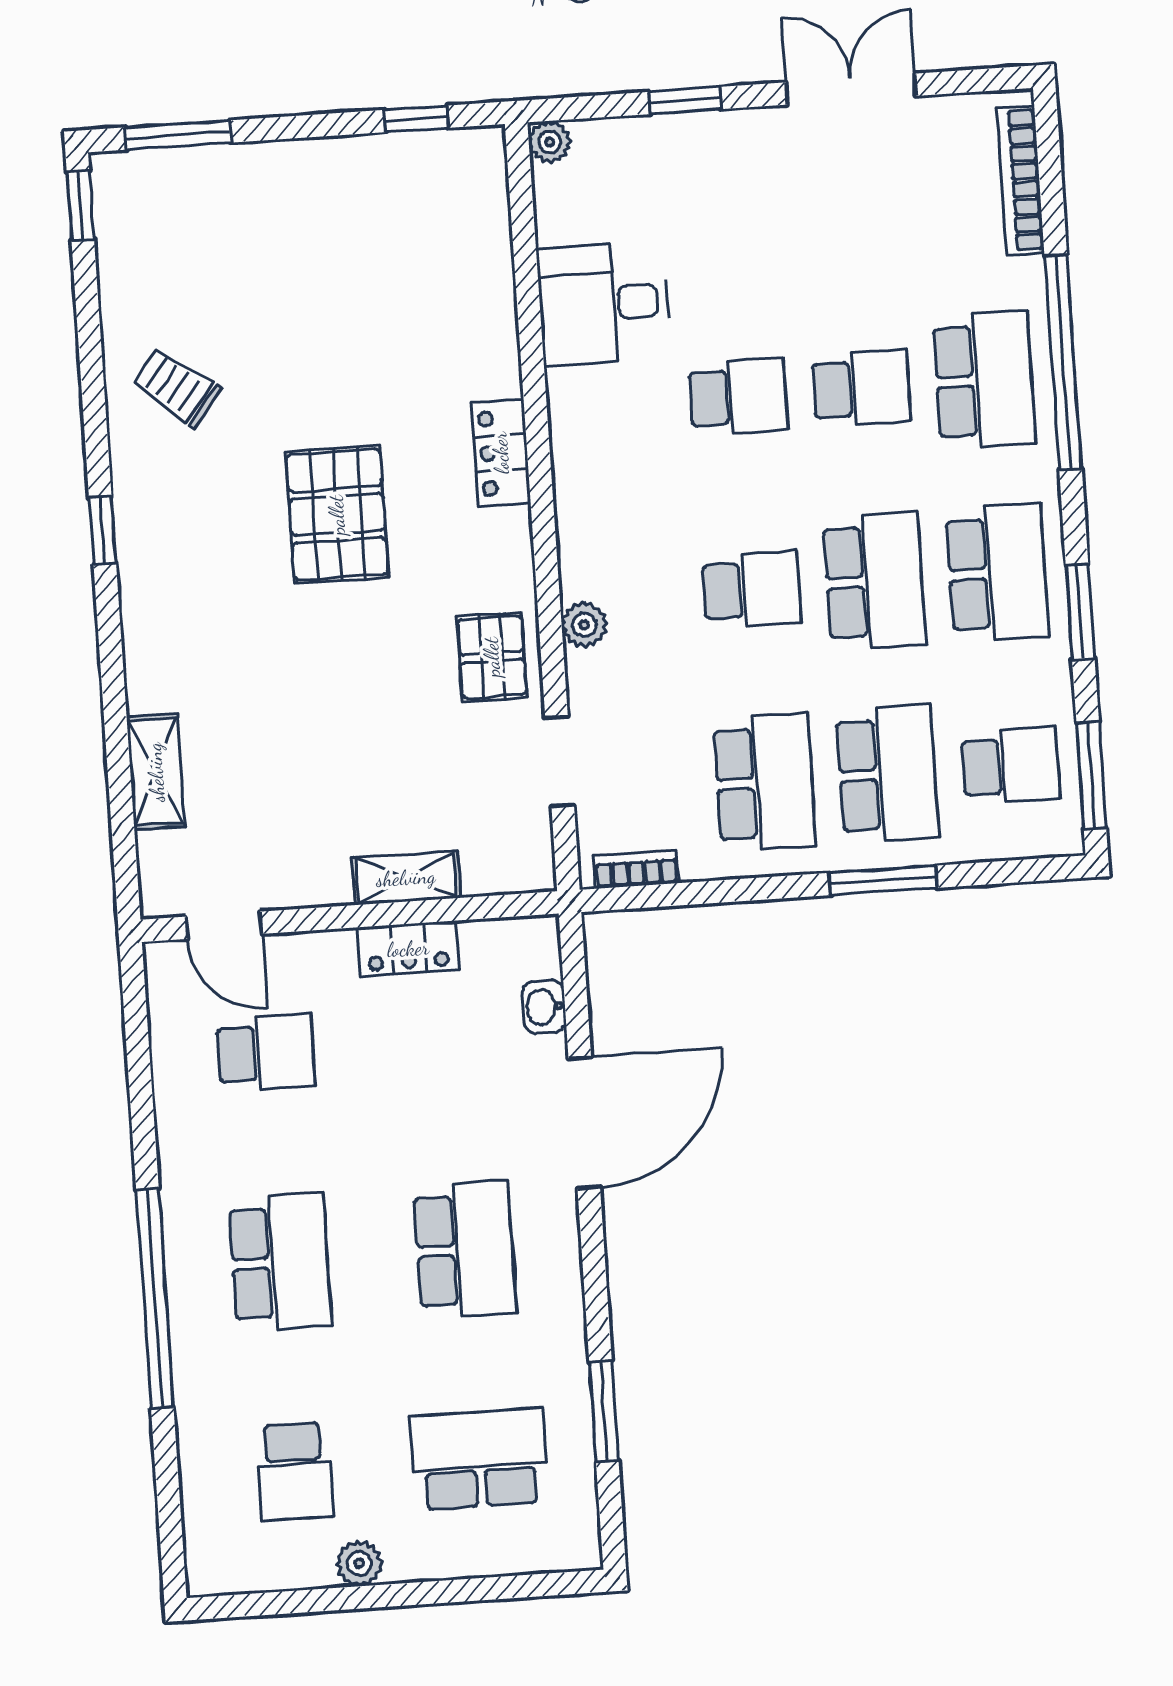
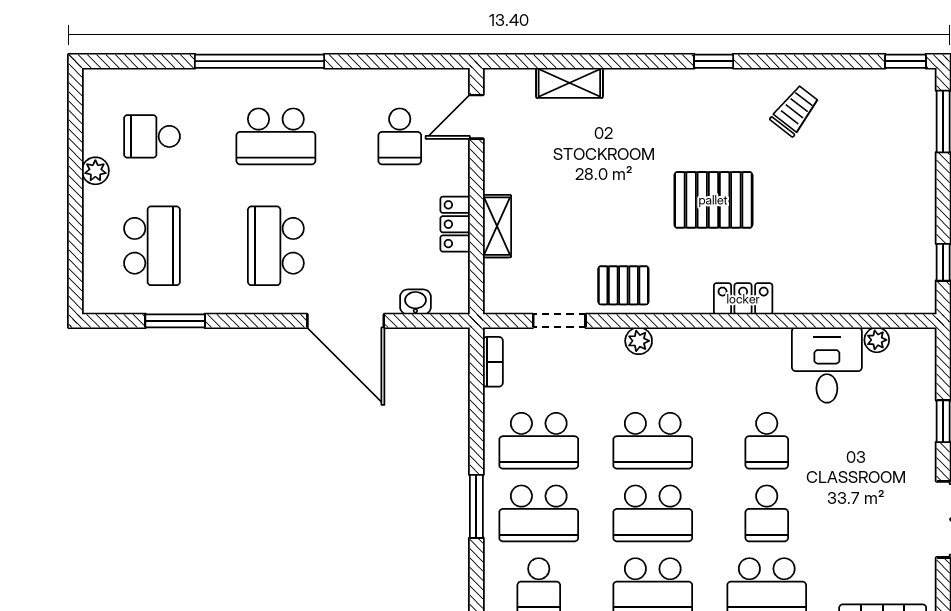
plant: (550, 142) -> (877, 340), moved
school desk: (751, 589) -> (653, 441), width x1.85
school desk: (465, 1250) -> (276, 246), turned 90

